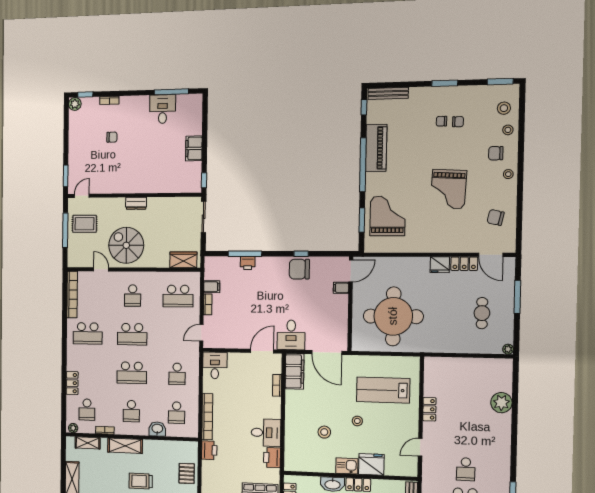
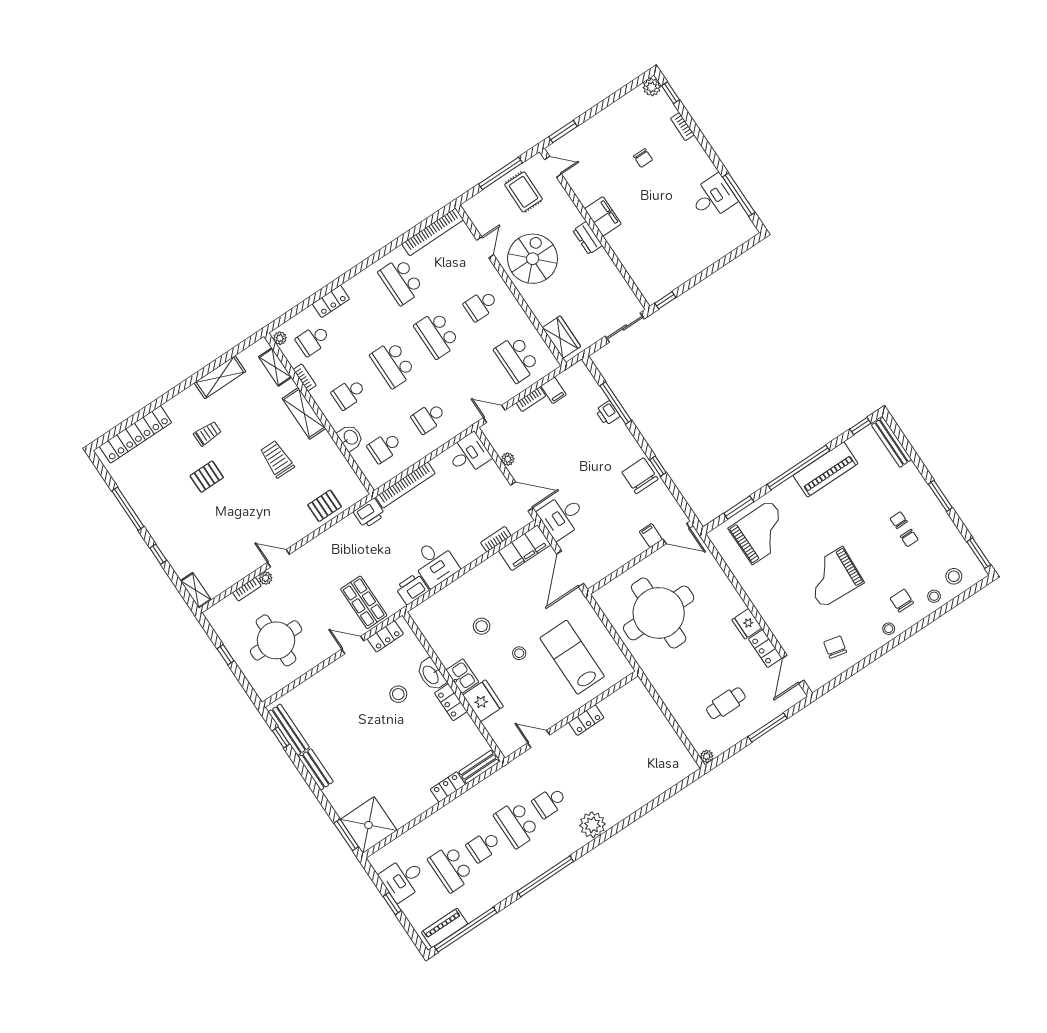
filing cabinet: (194, 148) -> (603, 216), moved, turned 90
plant: (234, 344) -> (508, 459), added
plant: (501, 403) -> (592, 825), moved

